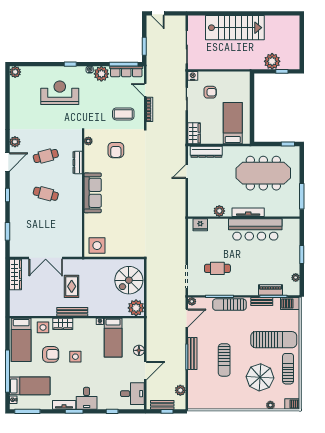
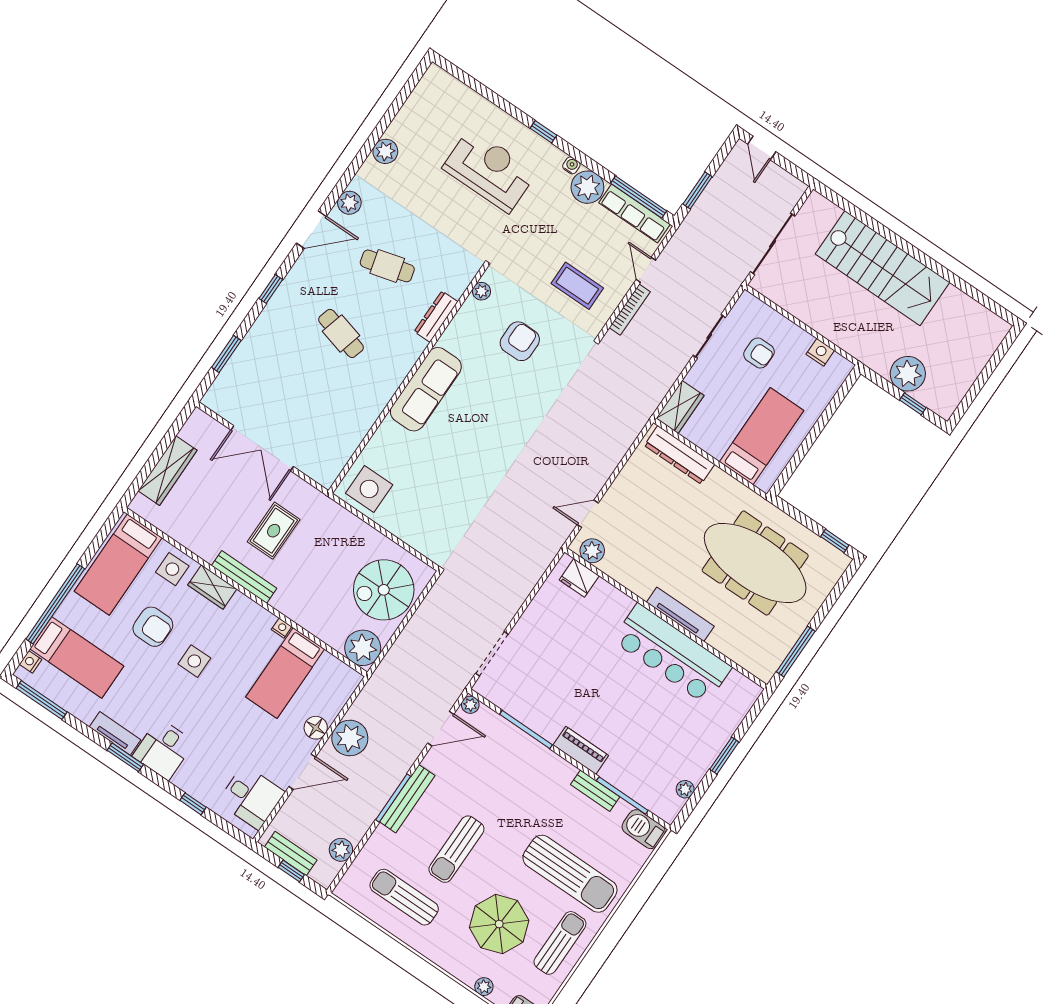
plant: (15, 72) -> (385, 151), moved
nightstand: (193, 76) -> (820, 352), moved
armchair: (116, 150) -> (520, 341), turned 180
door: (187, 171) -> (588, 514), moved
plant: (219, 211) -> (592, 551), moved
cafe table: (217, 268) -> (557, 677), removed
wardrobe: (16, 274) -> (168, 471), moved
piano: (271, 290) -> (581, 750), moved
sun lounger: (229, 305) -> (404, 897), moved
plant: (155, 345) -> (350, 738), added

